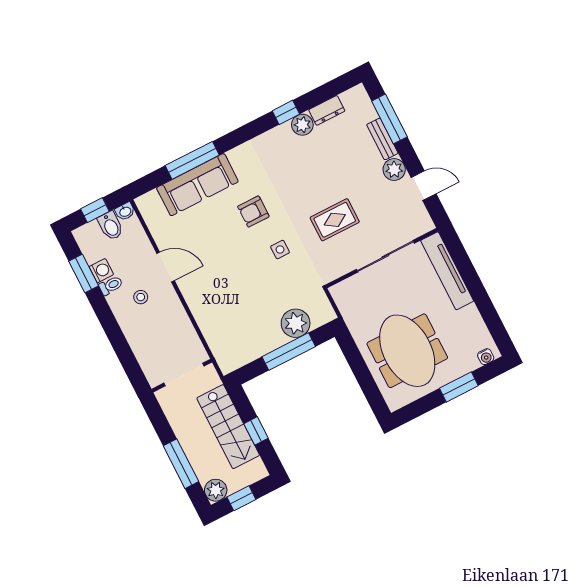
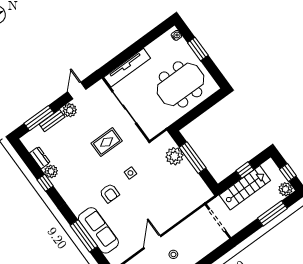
rug: (335, 220) -> (107, 142), turned 90

